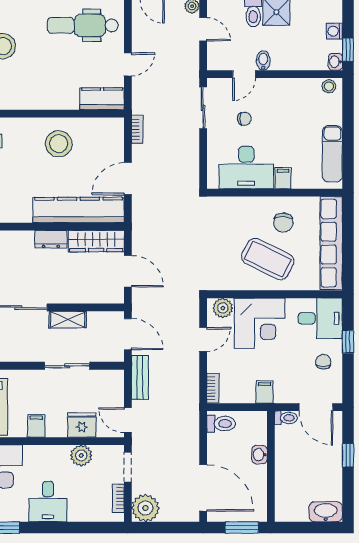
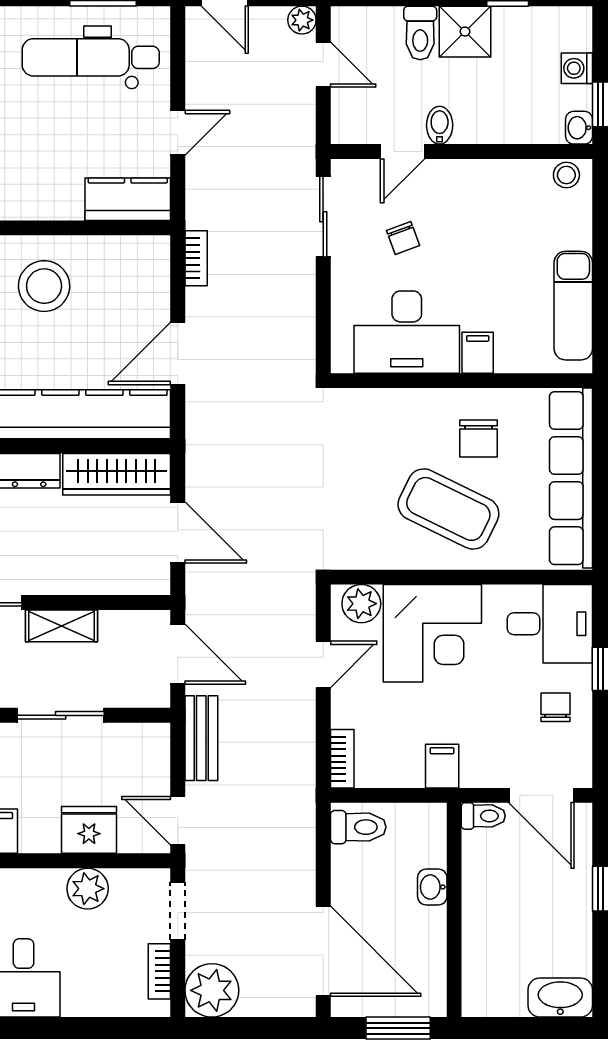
chair: (244, 119) -> (403, 238), turned 70

